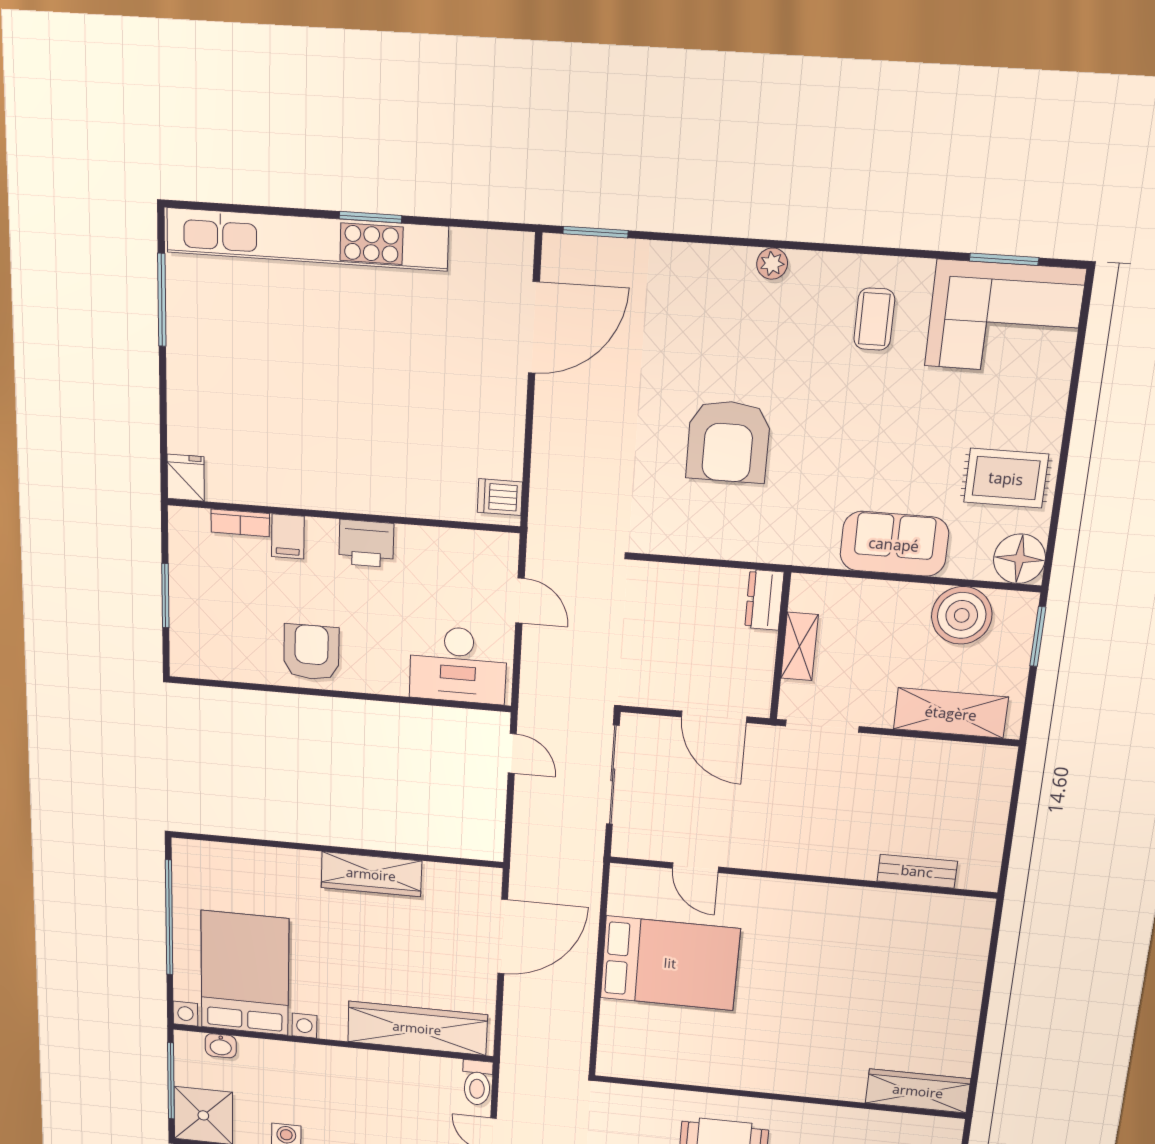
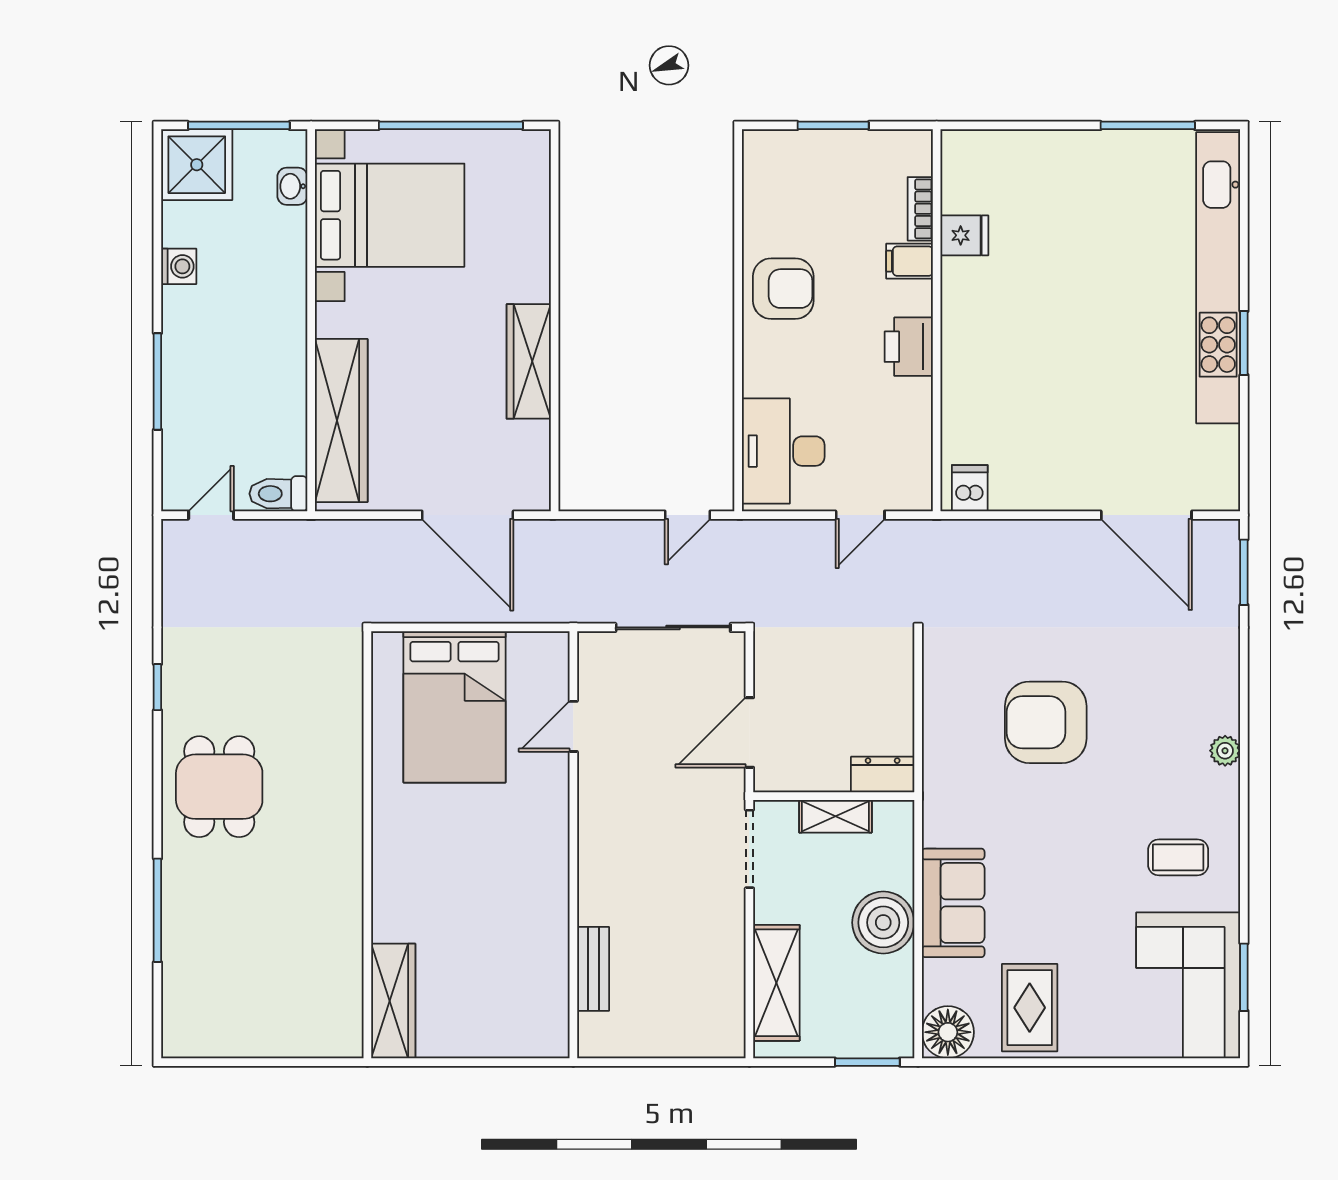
fridge: (186, 478) -> (964, 235), moved
boiler: (962, 615) -> (883, 923), moved
wardrobe: (918, 1091) -> (393, 1001), moved
wall: (779, 1097) -> (367, 845), moved

